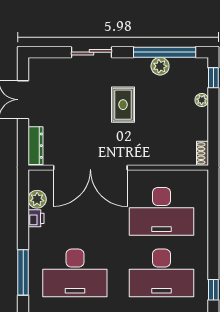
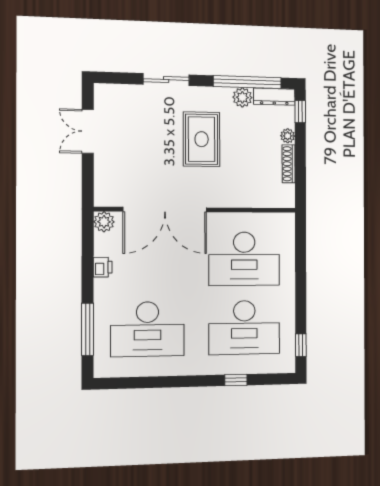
rug: (123, 105) -> (202, 139), width x1.36, depth x1.43
dresser: (35, 146) -> (274, 97), moved, turned 90
shoe rack: (203, 153) -> (289, 164), moved, width x1.43
plant: (37, 199) -> (104, 222), moved

